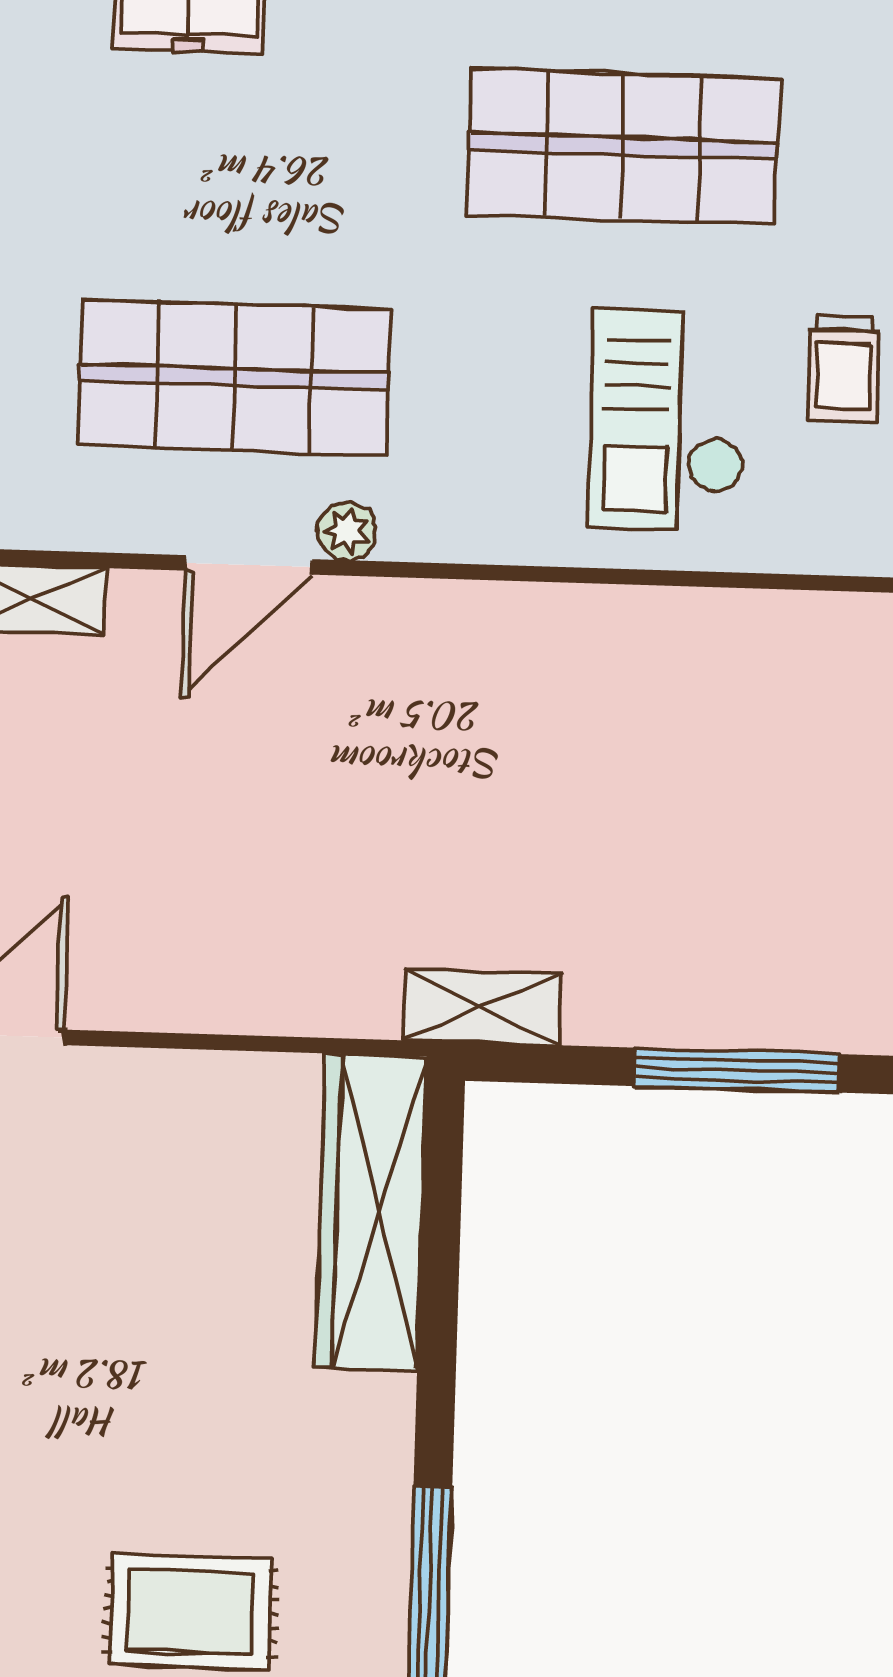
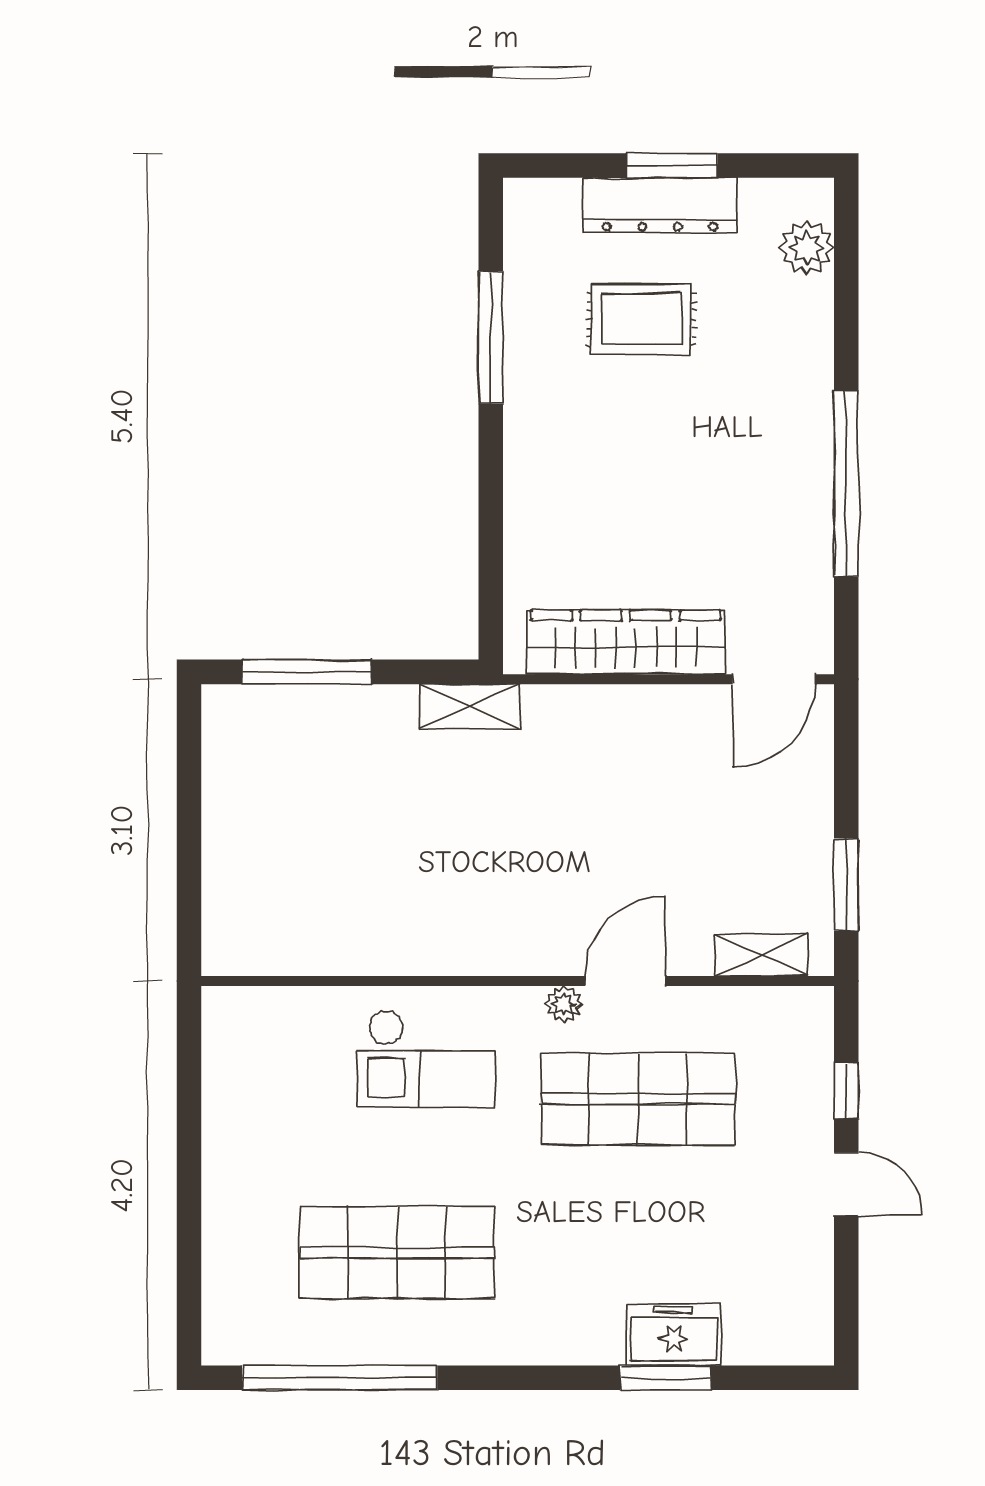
trolley: (843, 368) -> (254, 1117), removed
checkout: (668, 420) -> (426, 1059), moved, turned 90
wardrobe: (371, 1212) -> (626, 642), moved, turned -90

